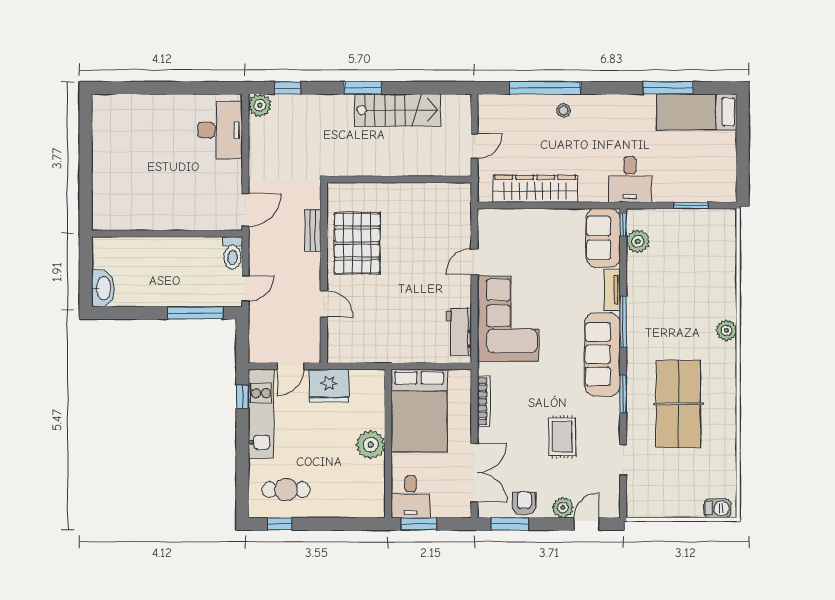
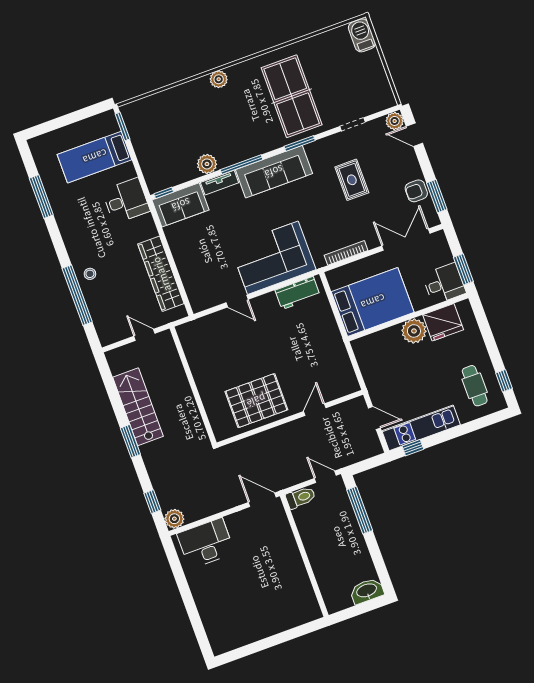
bed: (697, 112) -> (95, 157), moved, turned 90
window: (691, 205) -> (122, 126), moved
bench: (313, 231) -> (259, 440), removed
plant: (638, 241) -> (207, 164), moved
fridge: (329, 386) -> (443, 322), moved, turned 90
table tennis table: (678, 404) -> (292, 96), turned 90
rug: (562, 437) -> (352, 180), turned 90
plant: (563, 508) -> (395, 121), moved
barbecue: (717, 508) -> (362, 35), width x1.38, depth x1.27

